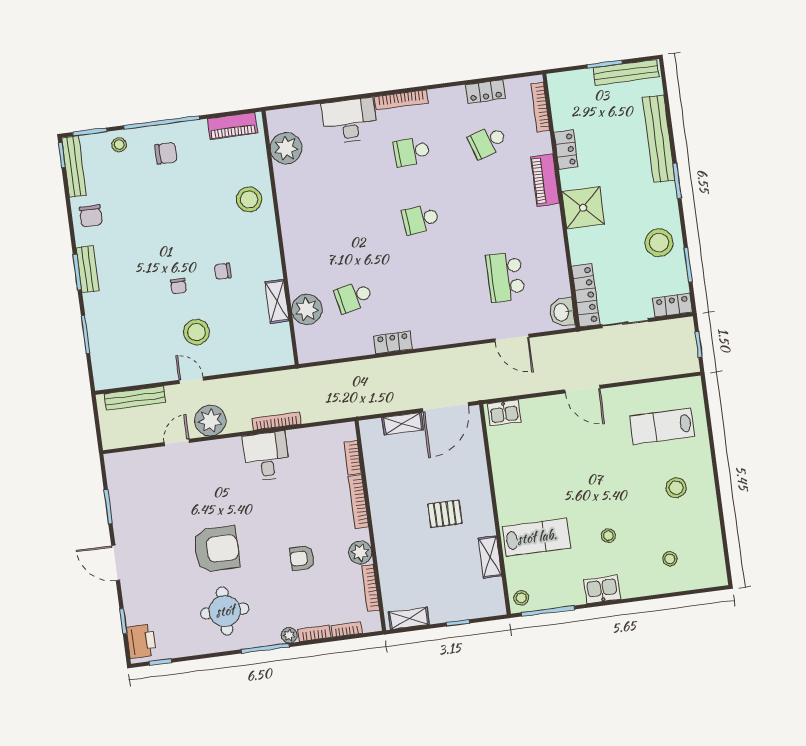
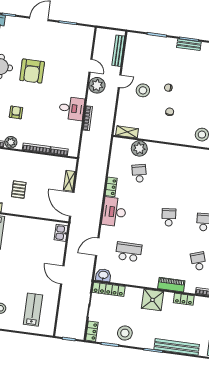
shelving: (277, 301) -> (127, 132), moved
desk: (438, 324) -> (114, 212), added
door: (582, 389) -> (62, 275), hinge flipped

